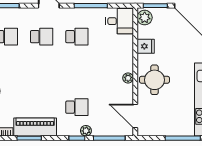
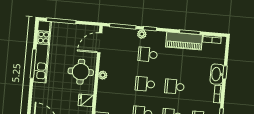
school desk: (42, 72) -> (175, 87), added
school desk: (77, 72) -> (145, 84), added
door: (135, 116) -> (100, 43), swing flipped

